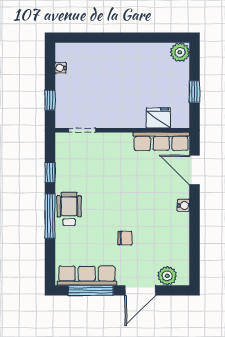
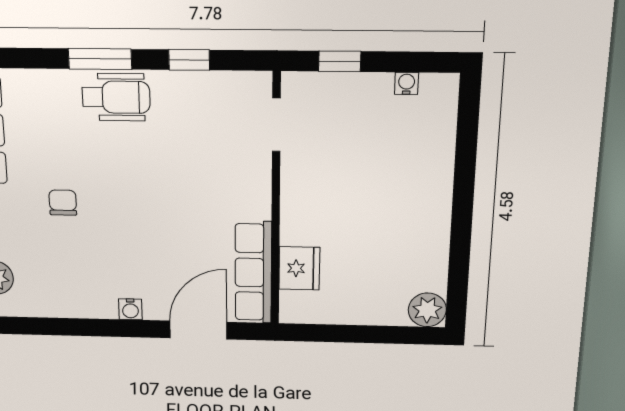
window: (195, 92) -> (349, 334), removed
window: (50, 216) -> (100, 59), width x0.69
chair: (125, 238) -> (63, 203), turned 180

